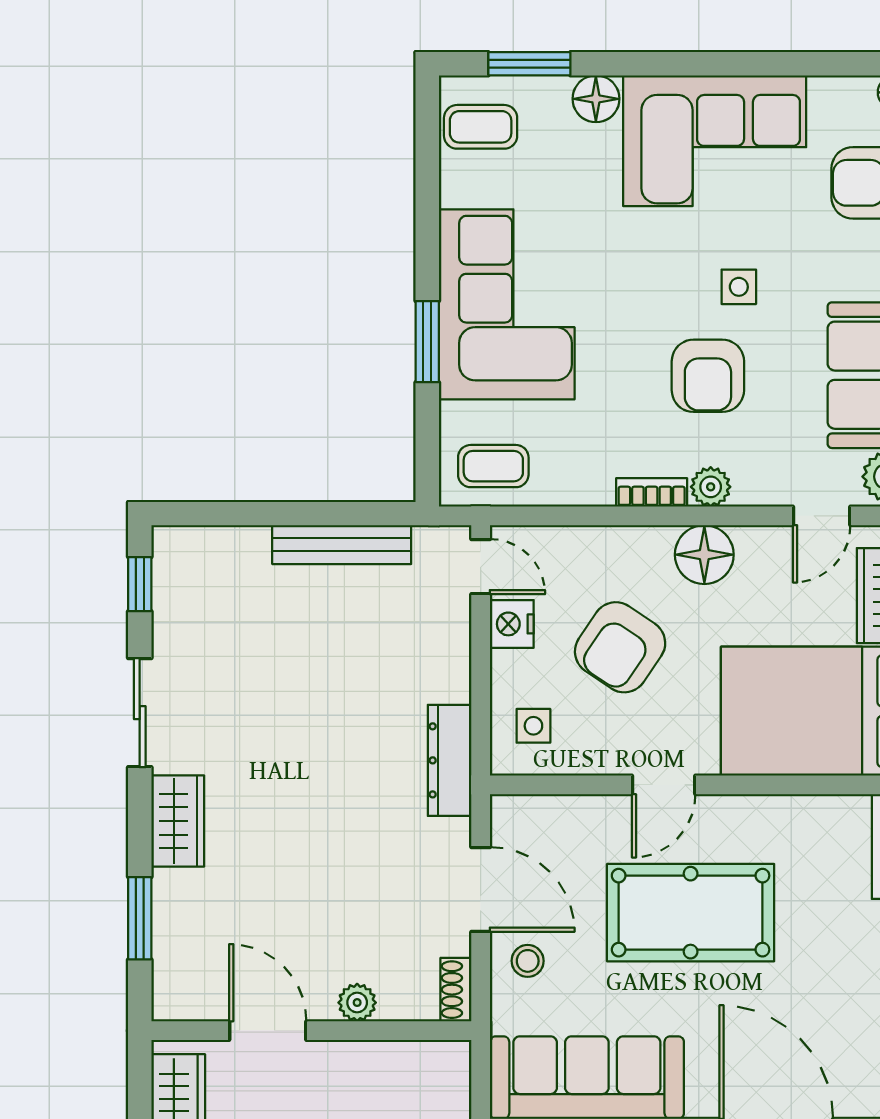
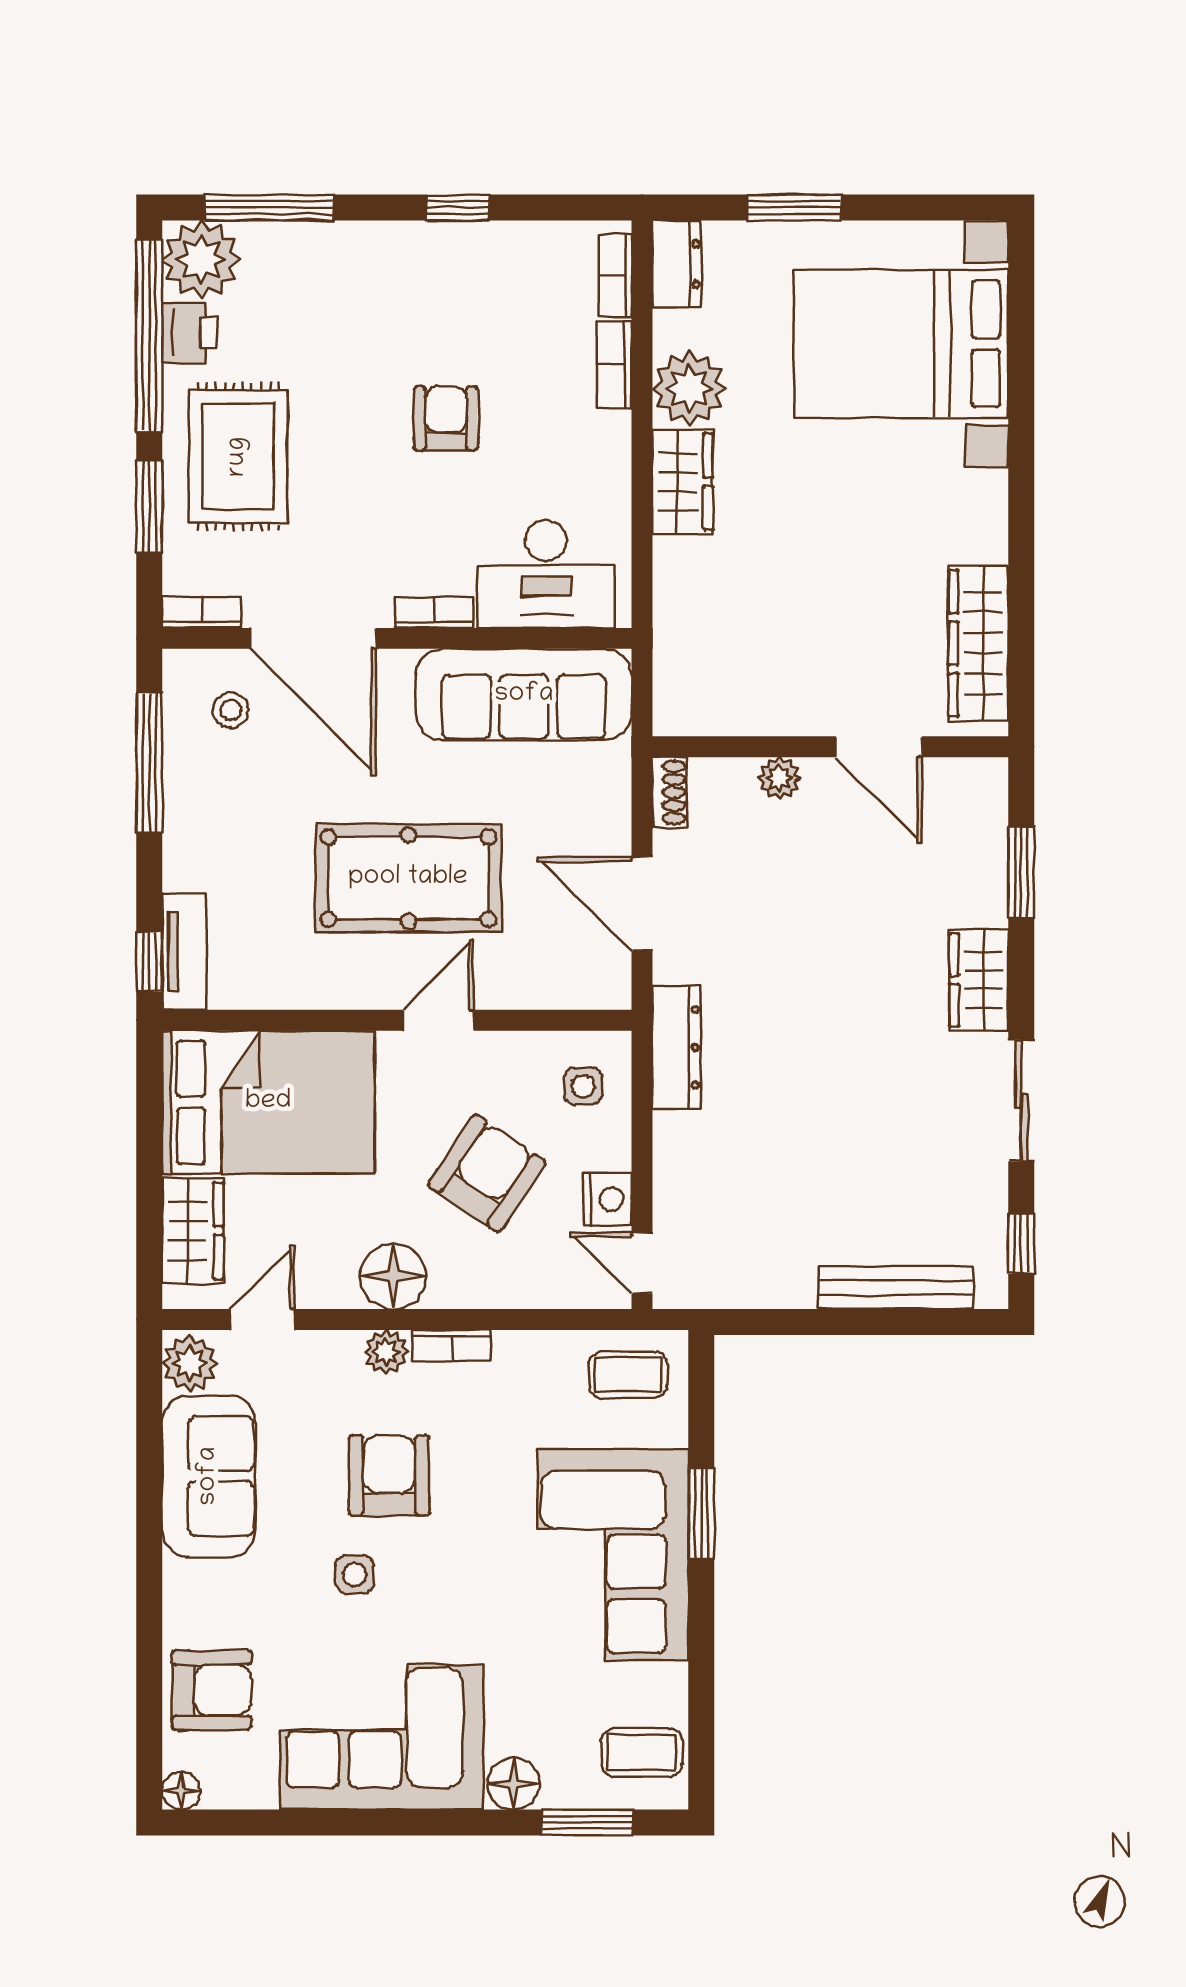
bench: (342, 545) -> (896, 1288), moved
stool: (528, 961) -> (231, 710), moved

